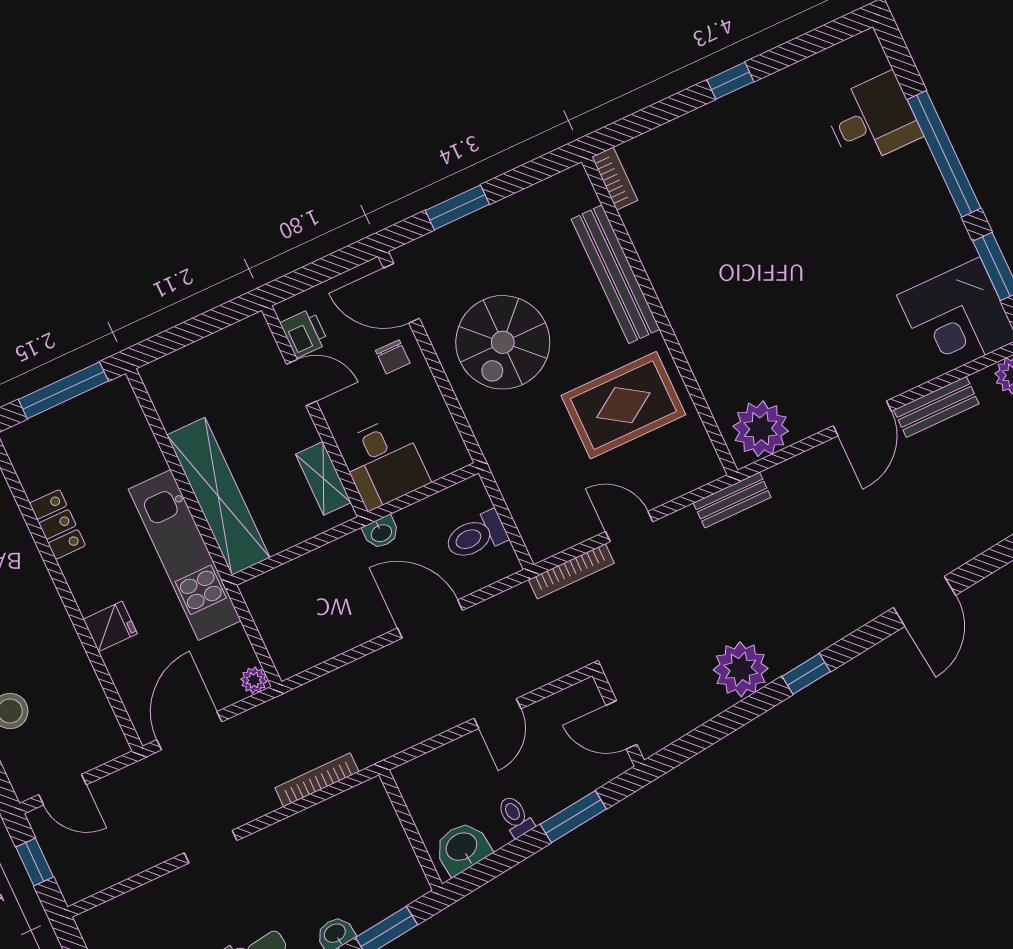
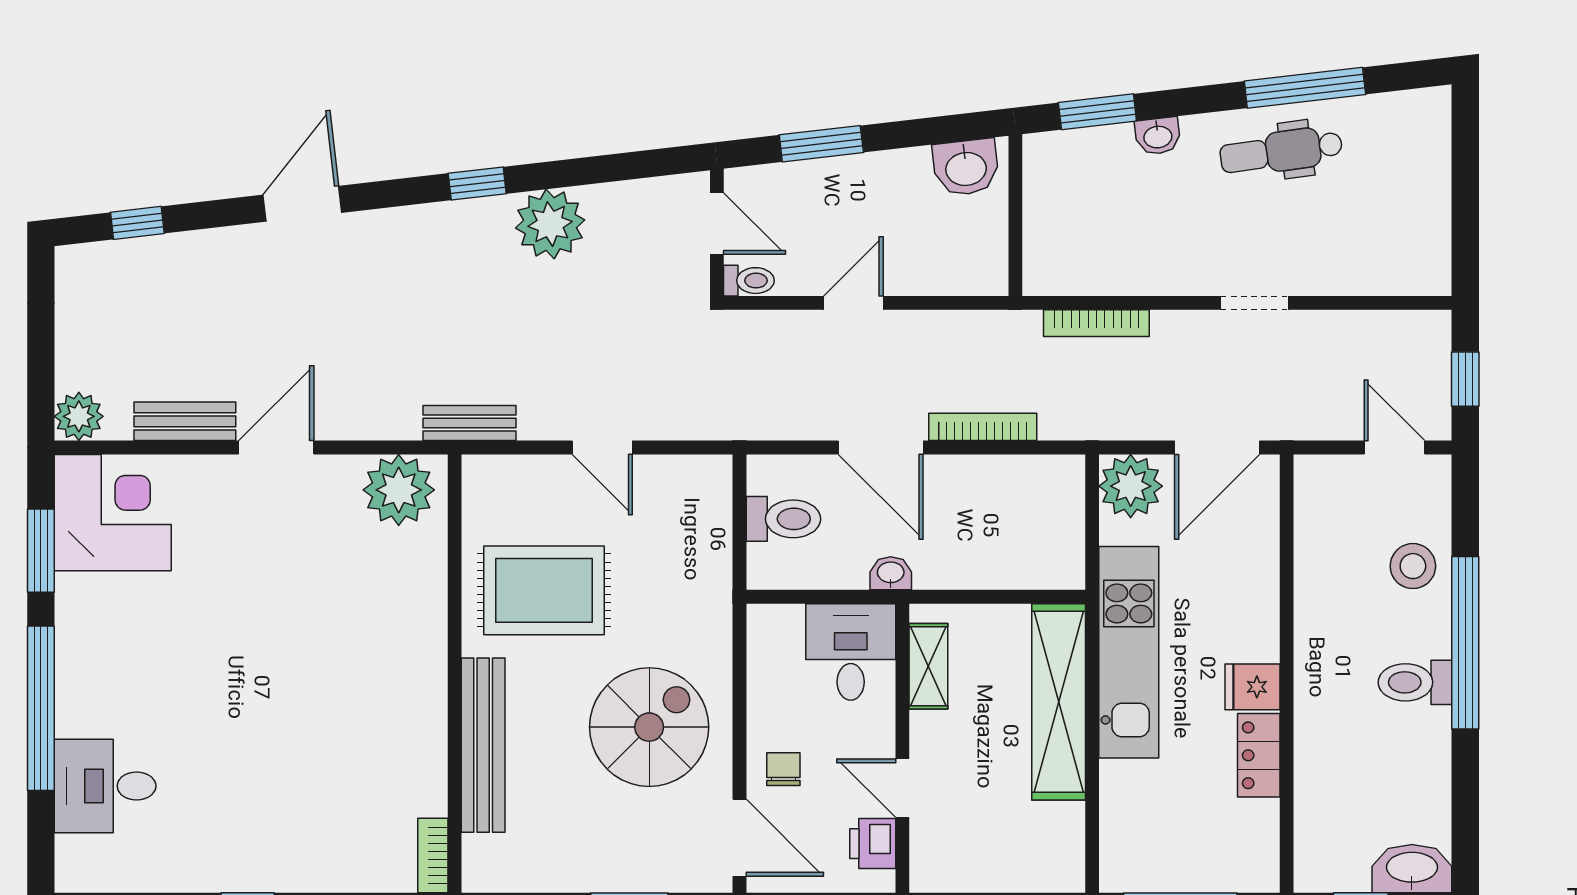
bookcase: (571, 571) -> (983, 427), moved
fridge: (110, 626) -> (1252, 687), moved
plant: (254, 680) -> (1131, 486), width x1.88, depth x1.88
toilet: (515, 816) -> (749, 281), moved, turned -83

